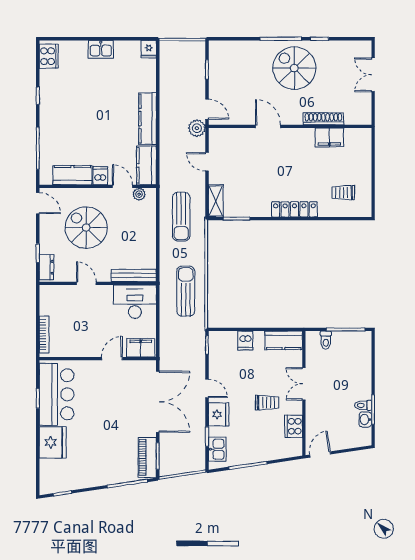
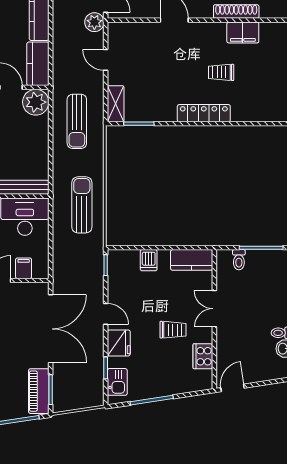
trolley: (343, 193) -> (221, 72), moved
plant: (139, 194) -> (36, 102), width x1.88, depth x1.88
filing cabinet: (141, 348) -> (24, 268), width x0.50

